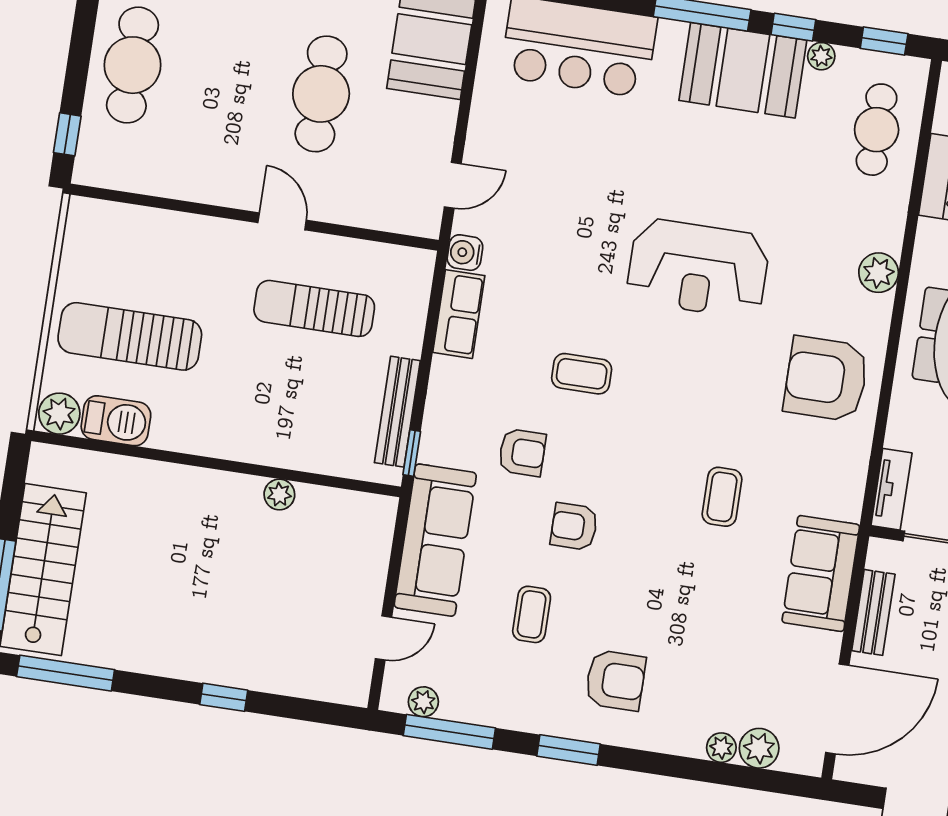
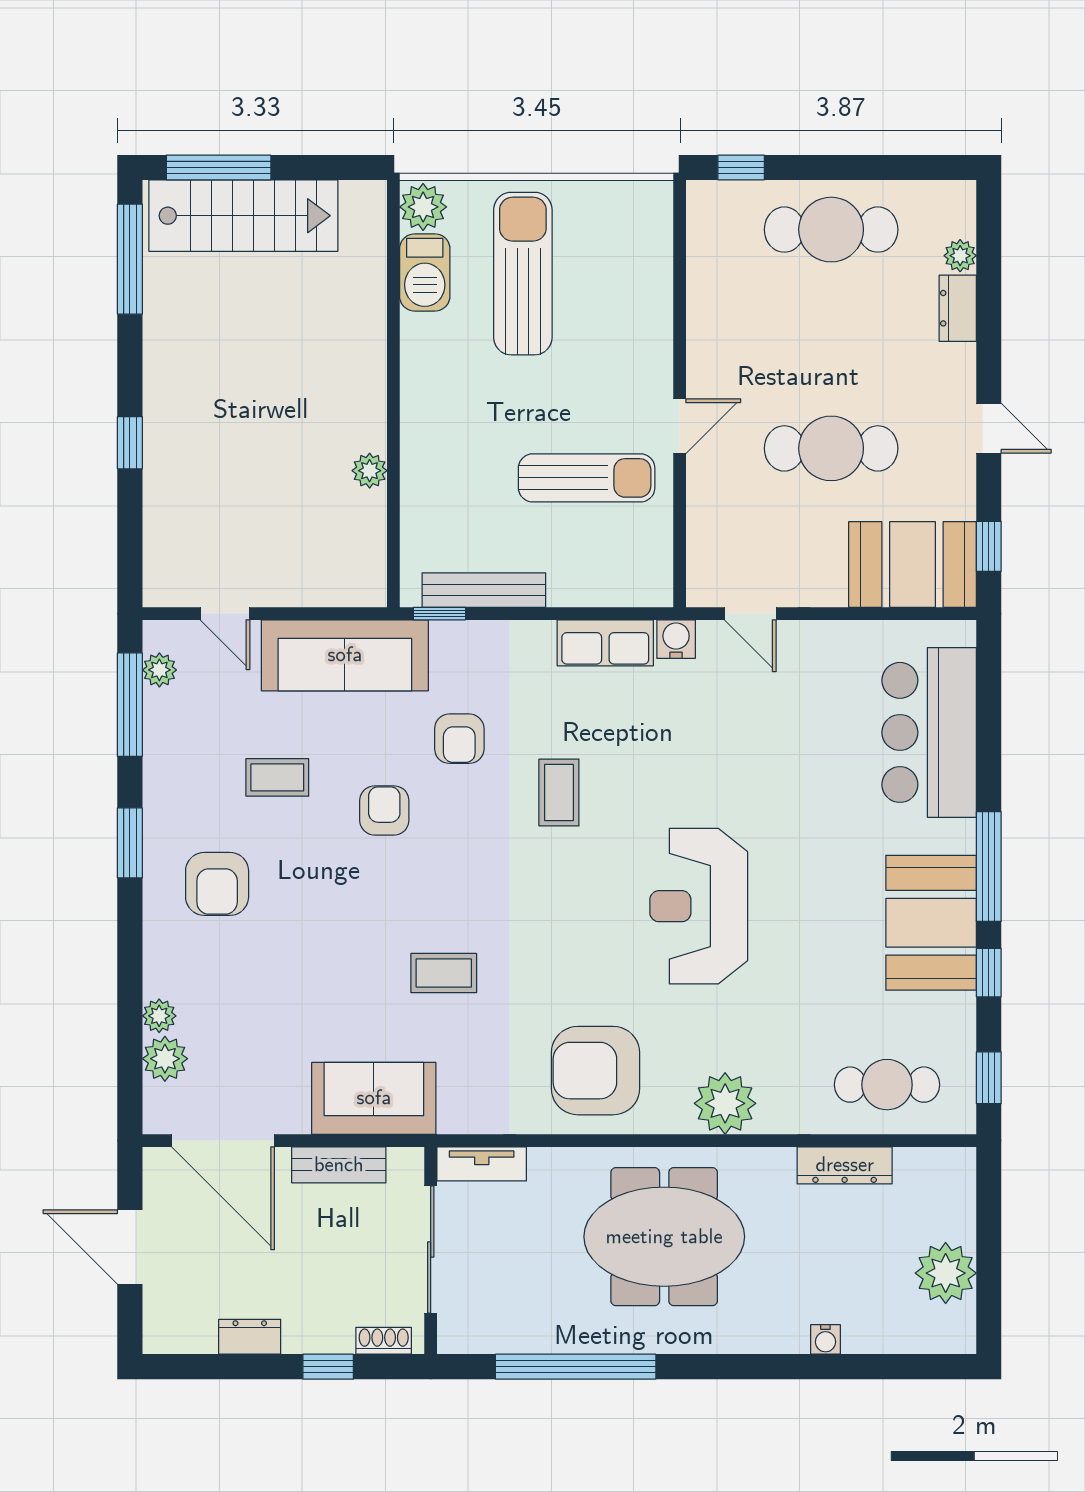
plant: (821, 56) -> (961, 1009), removed
plant: (879, 273) -> (725, 1103), width x1.36, depth x1.36
sun lounger: (314, 308) -> (587, 478), turned 90
armchair: (826, 379) -> (596, 1071), turned -90

